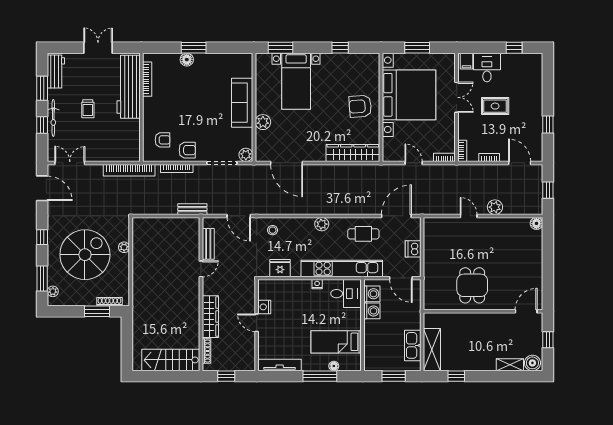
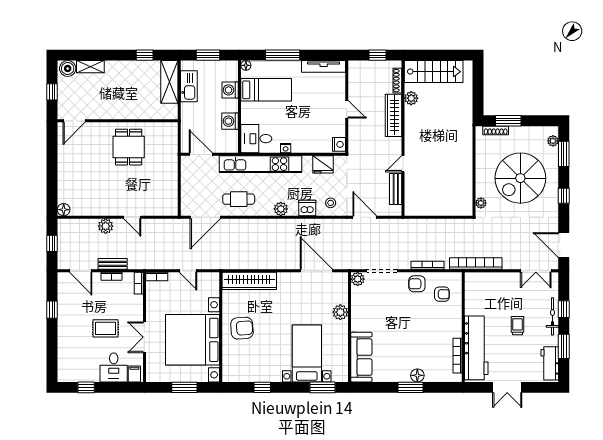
sofa: (242, 103) -> (361, 357), moved
armchair: (162, 140) -> (442, 294), turned 180
bench: (192, 209) -> (113, 264), moved
plant: (124, 247) -> (481, 203), moved
dishwasher: (413, 249) -> (307, 208), moved, turned -90
washing machine: (372, 294) -> (230, 90), moved
nightstand: (264, 307) -> (339, 144), moved
plant: (193, 334) -> (411, 98), added
floor lamp: (334, 366) -> (246, 65), moved

